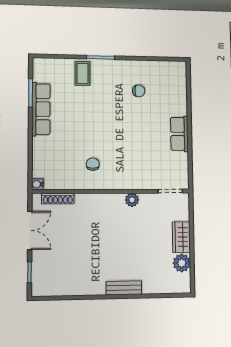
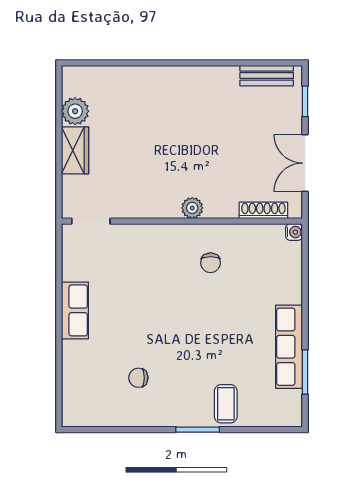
plant: (132, 200) -> (192, 208), moved
bench: (124, 288) -> (267, 76), moved

